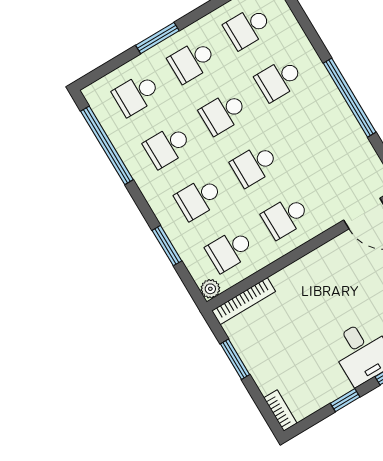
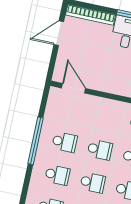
school desk: (285, 217) -> (65, 142), moved

